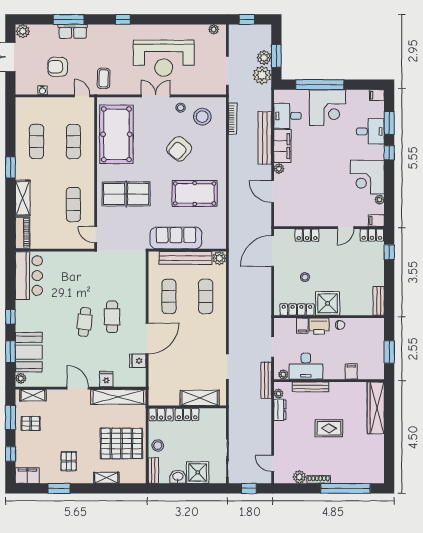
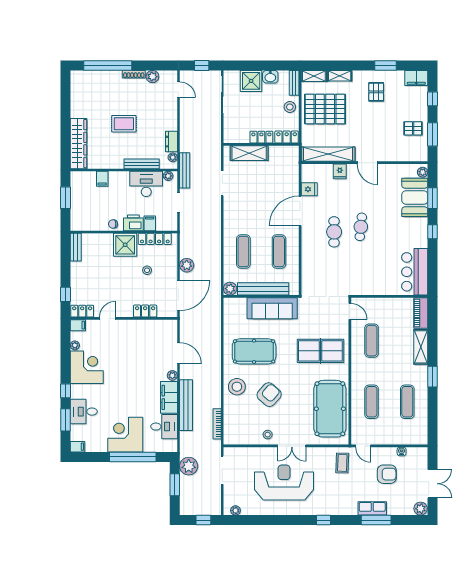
plant: (264, 58) -> (187, 265), moved
stool: (202, 117) -> (237, 387), moved
shelving: (33, 395) -> (314, 76), moved

